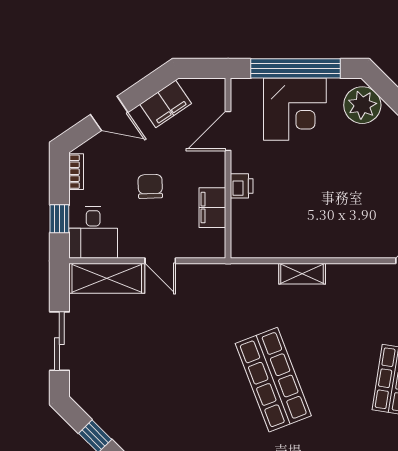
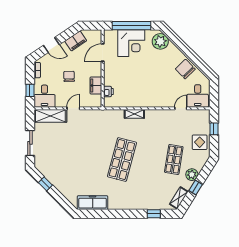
printer: (242, 186) -> (108, 92), moved
door: (160, 261) -> (73, 108), swing flipped
shop shelf: (273, 380) -> (122, 160), turned 36

